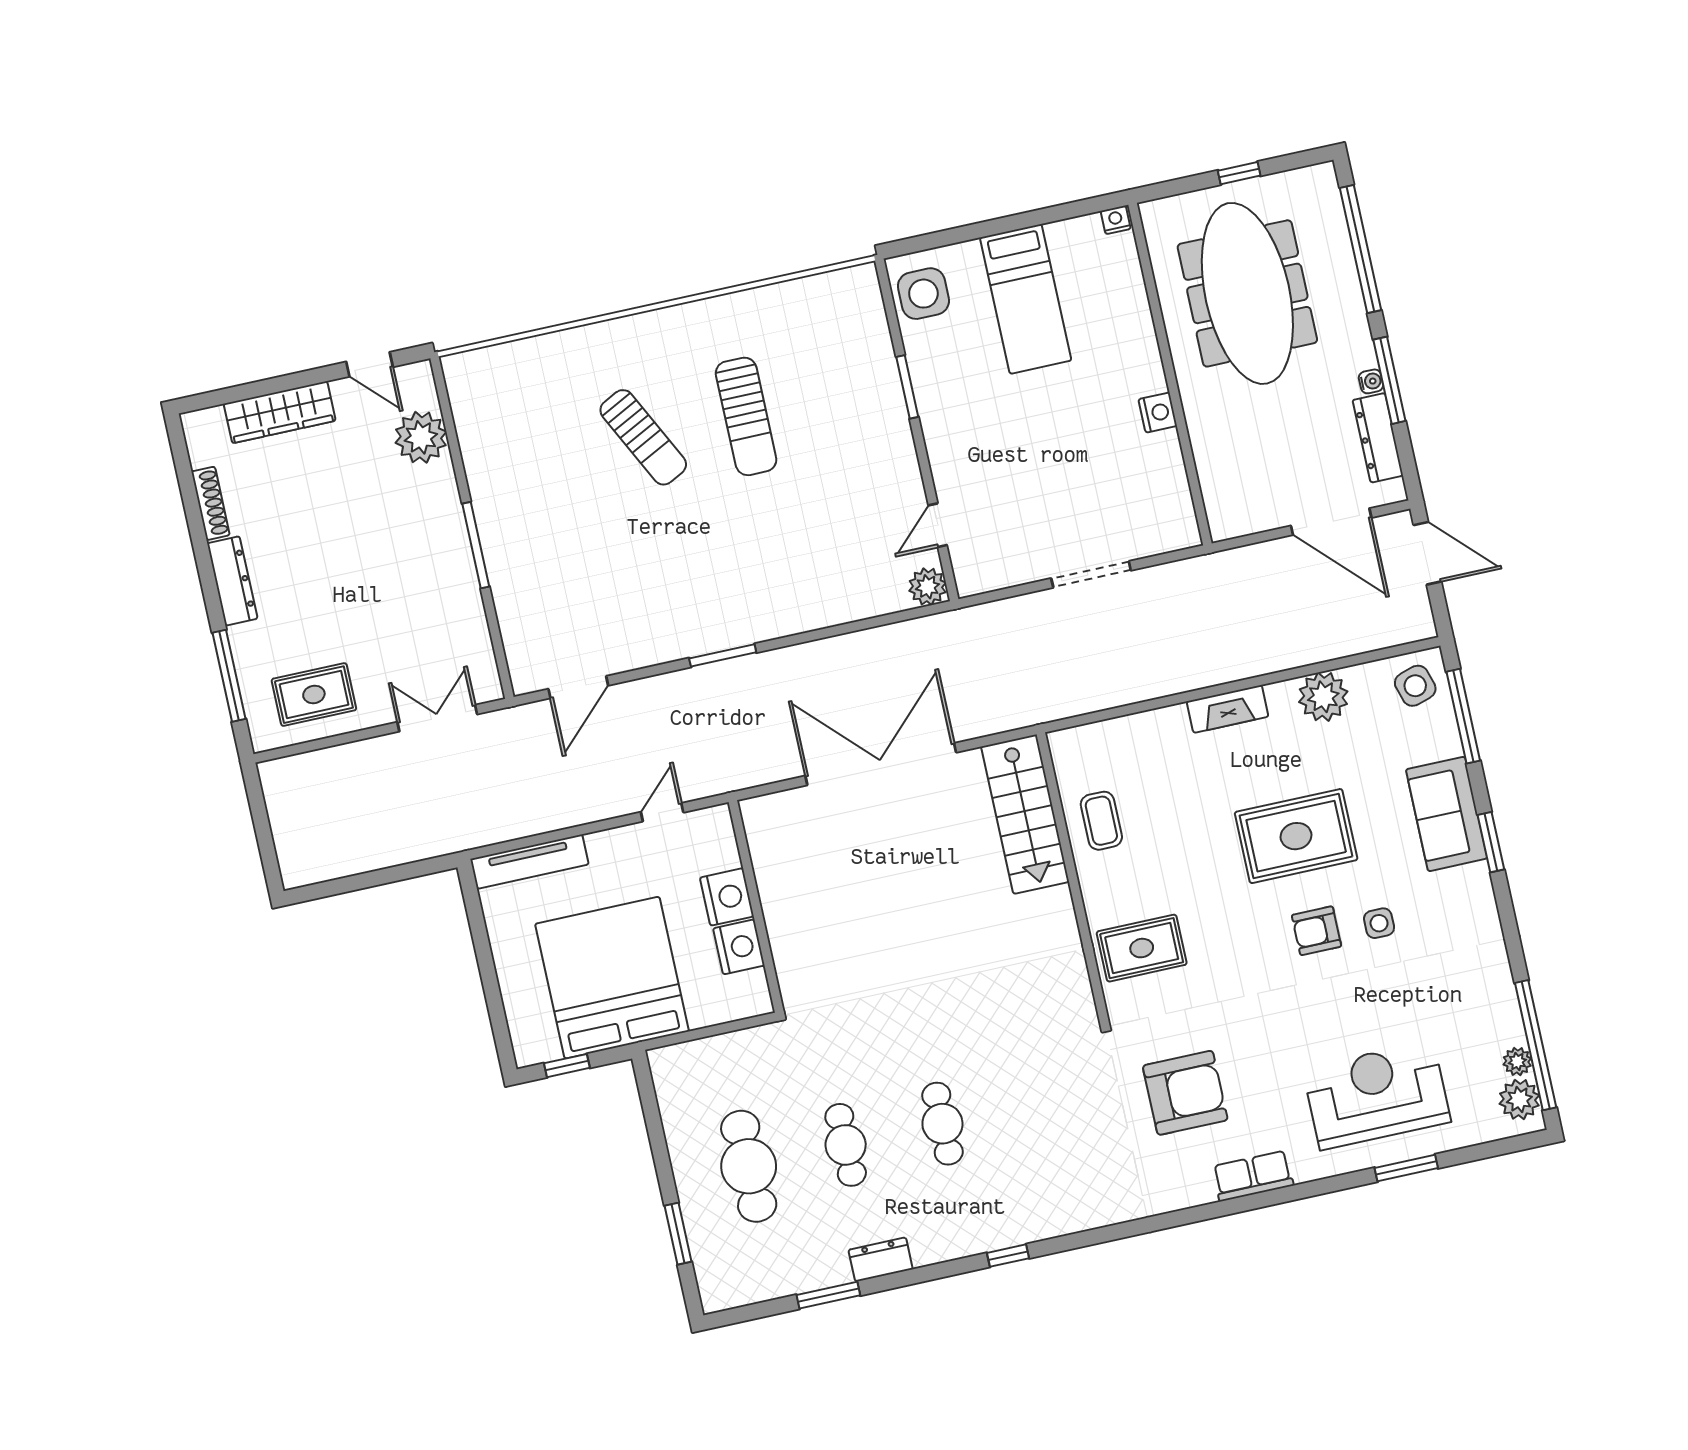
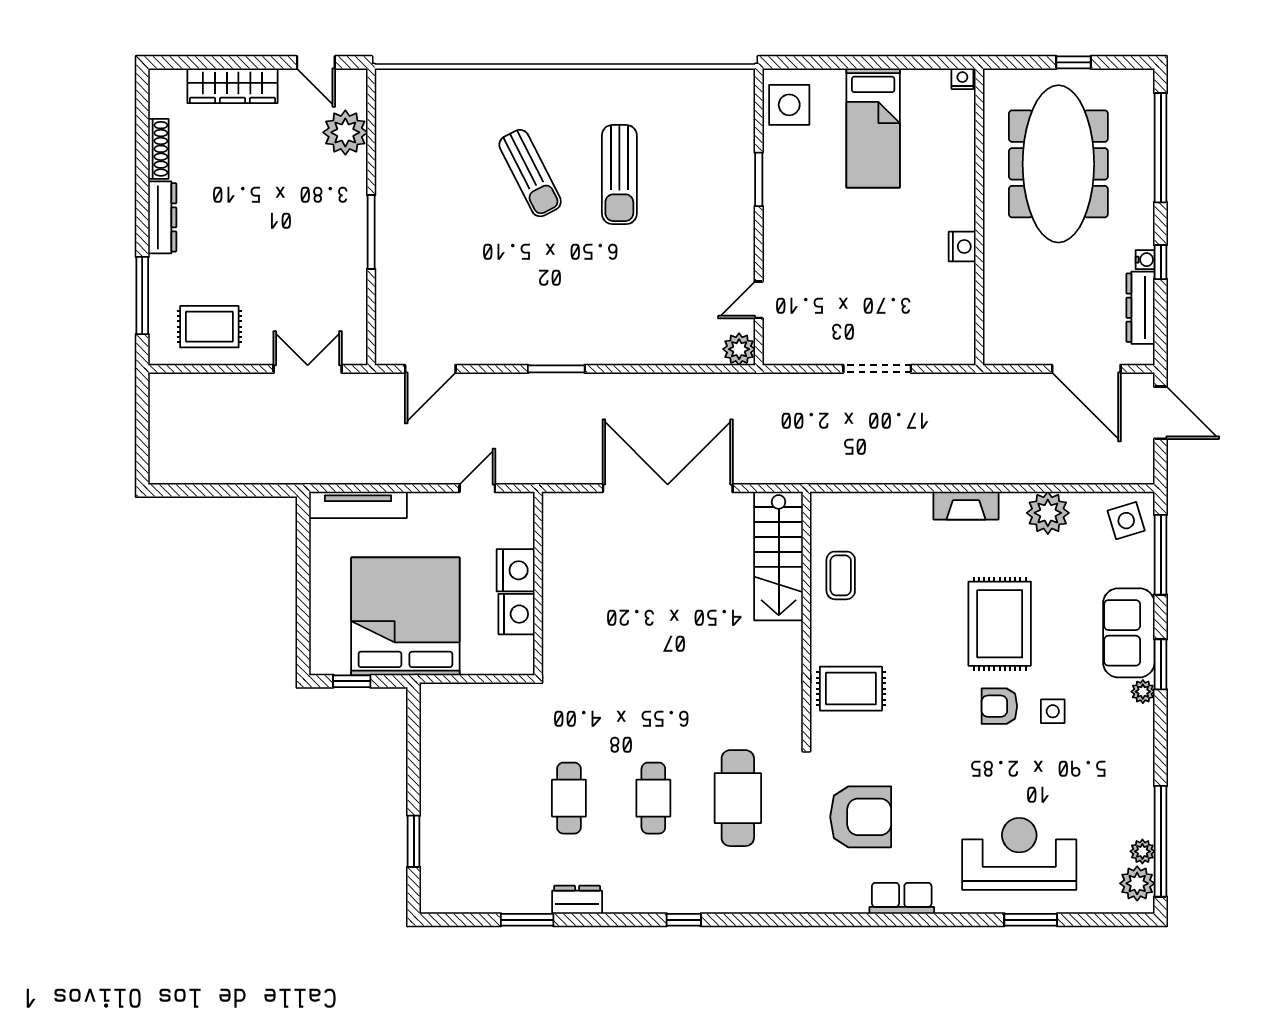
window: (1389, 380) -> (1161, 262), width x0.46
rug: (1296, 836) -> (1000, 624), turned 90
plant: (1477, 878) -> (1143, 692), added
cafe table: (749, 1166) -> (738, 798), moved

